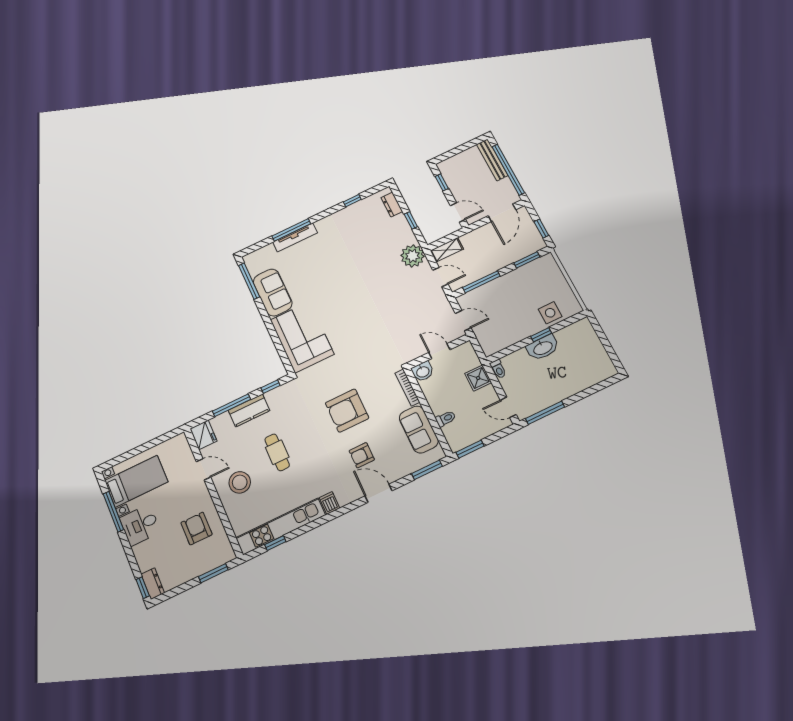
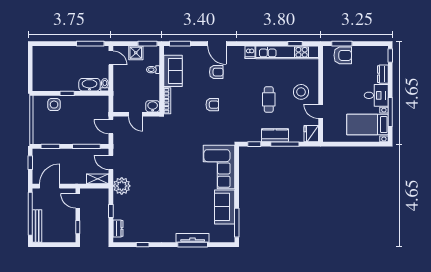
washbasin: (543, 348) -> (90, 85), moved
shower: (478, 378) -> (136, 53), moved
armchair: (347, 411) -> (212, 105), width x0.53, depth x0.53
armchair: (197, 529) -> (343, 55), moved, turned -90
dresser: (153, 584) -> (383, 74), moved

